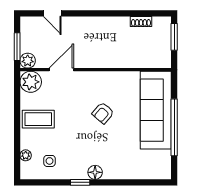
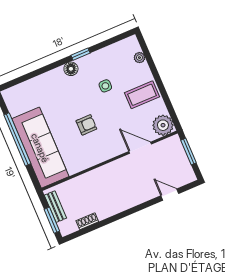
bench: (165, 48) -> (55, 207), added
plant: (28, 61) -> (174, 143), removed
door: (61, 70) -> (140, 148), swing flipped
armchair: (103, 113) -> (86, 125), turned 49
side table: (50, 161) -> (105, 86), moved

